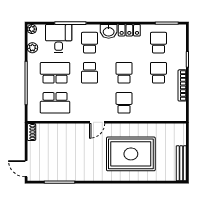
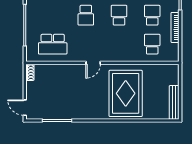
school desk: (55, 73) -> (53, 15), removed
school desk: (124, 103) -> (152, 44), moved
rug: (131, 154) -> (126, 93), turned 90

